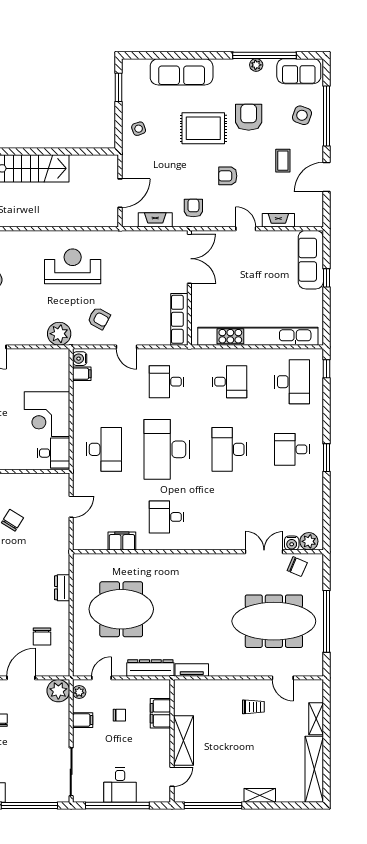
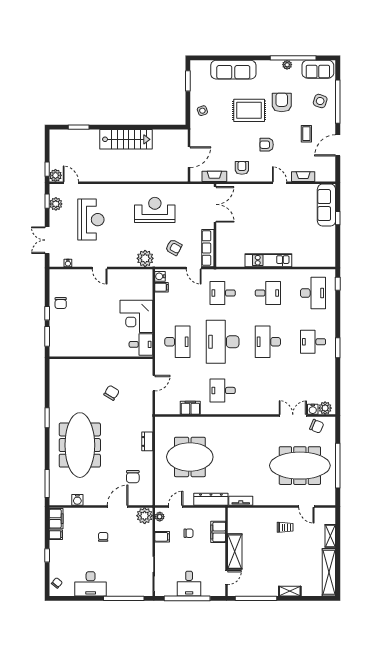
double door: (189, 259) -> (215, 204), moved
wall: (189, 288) -> (215, 225), moved
row of seats: (179, 319) -> (208, 248), moved
kitchen unit: (258, 336) -> (268, 260), width x0.54

